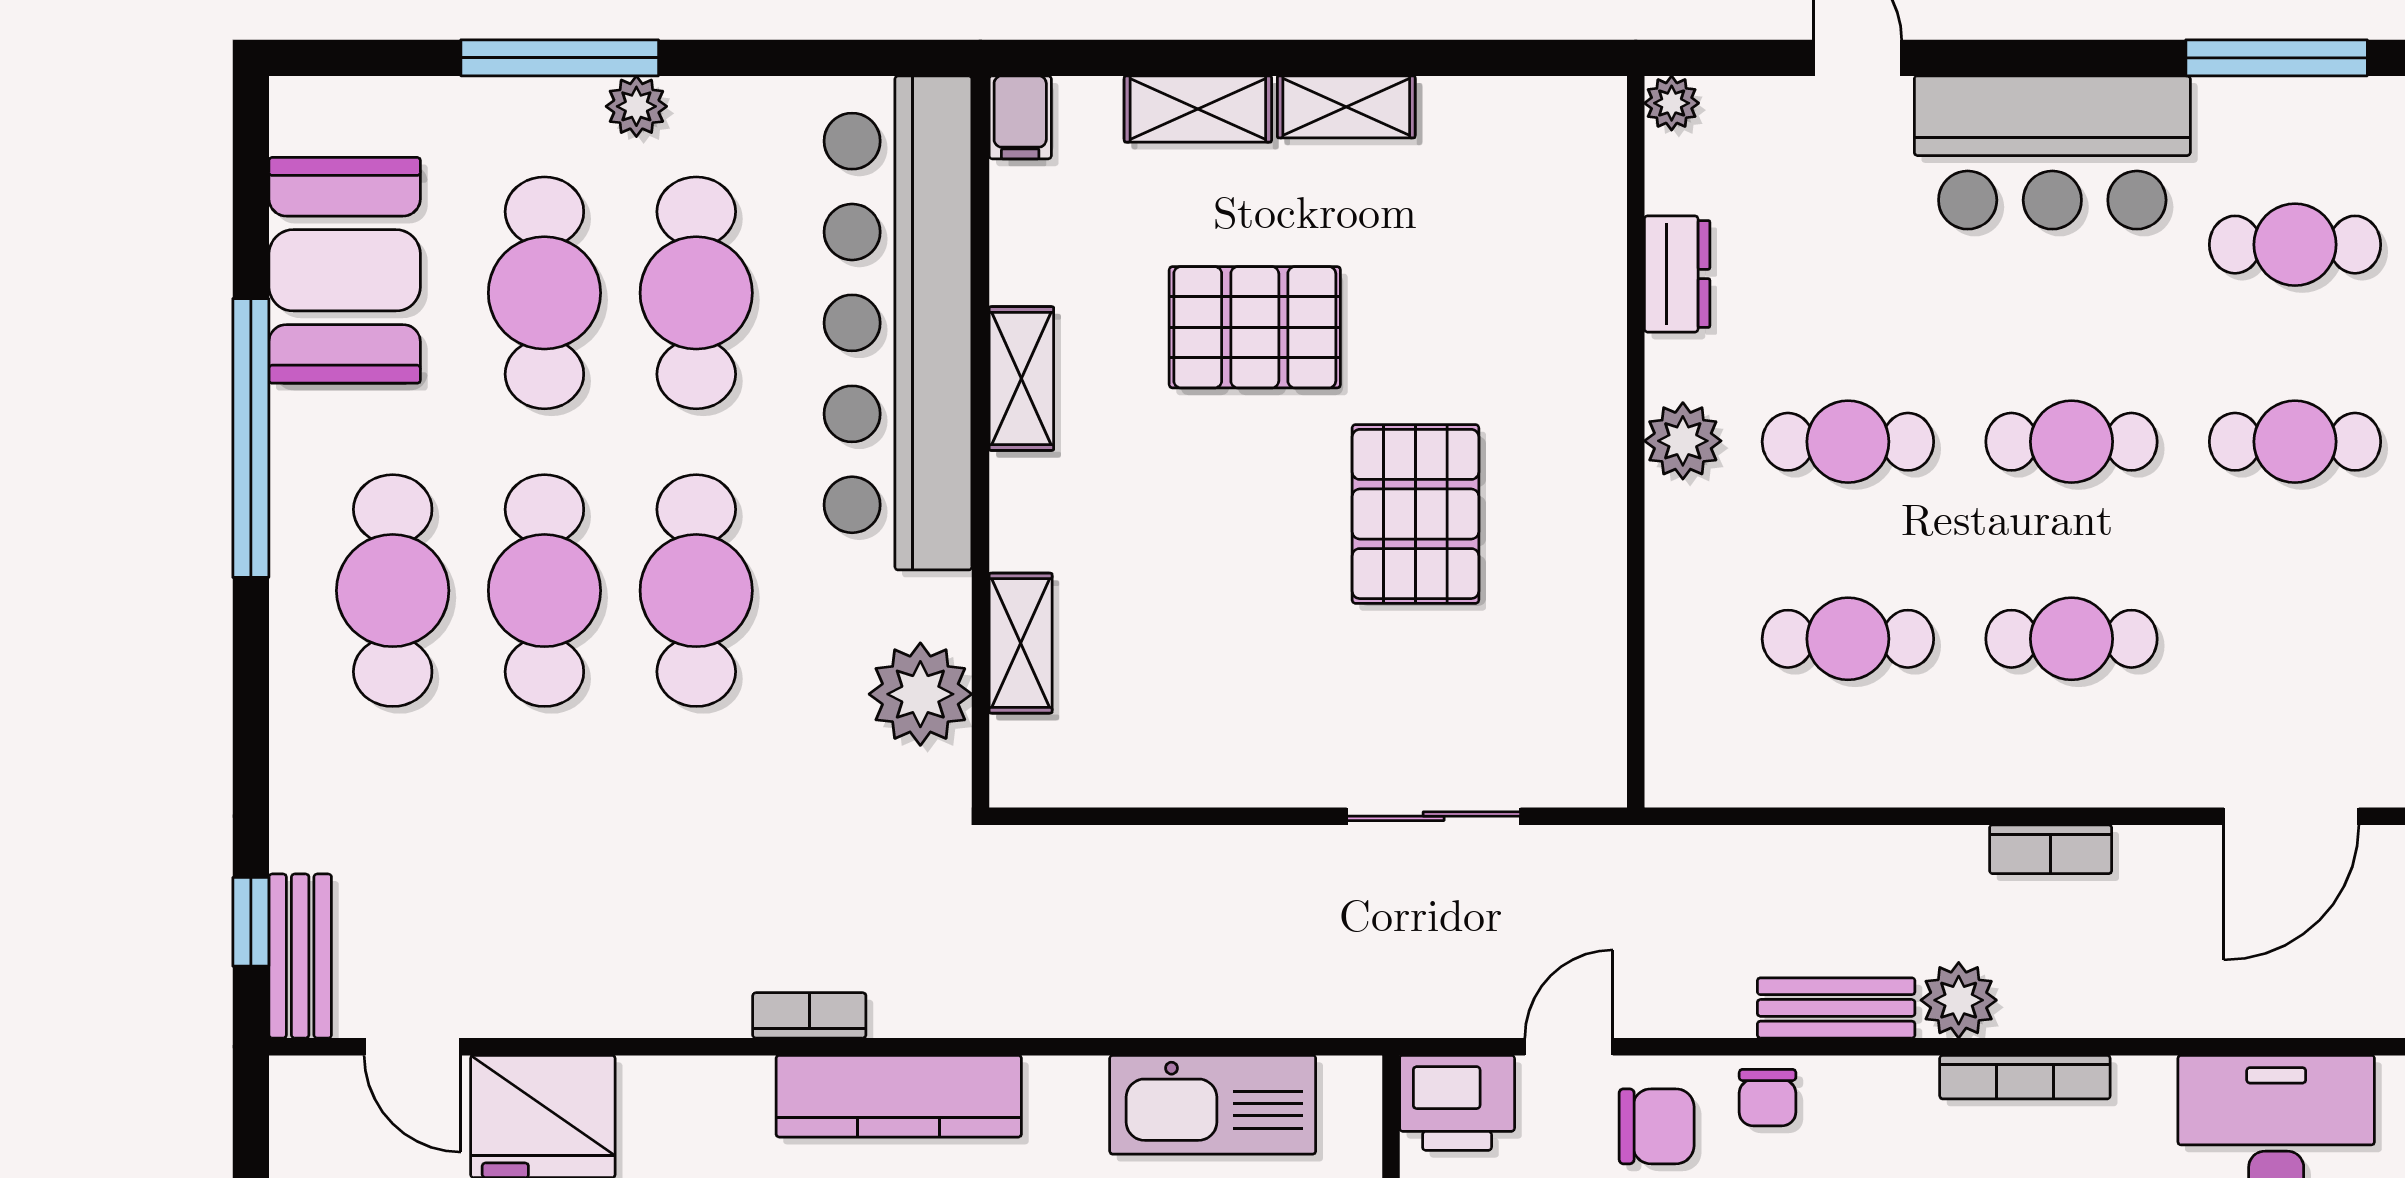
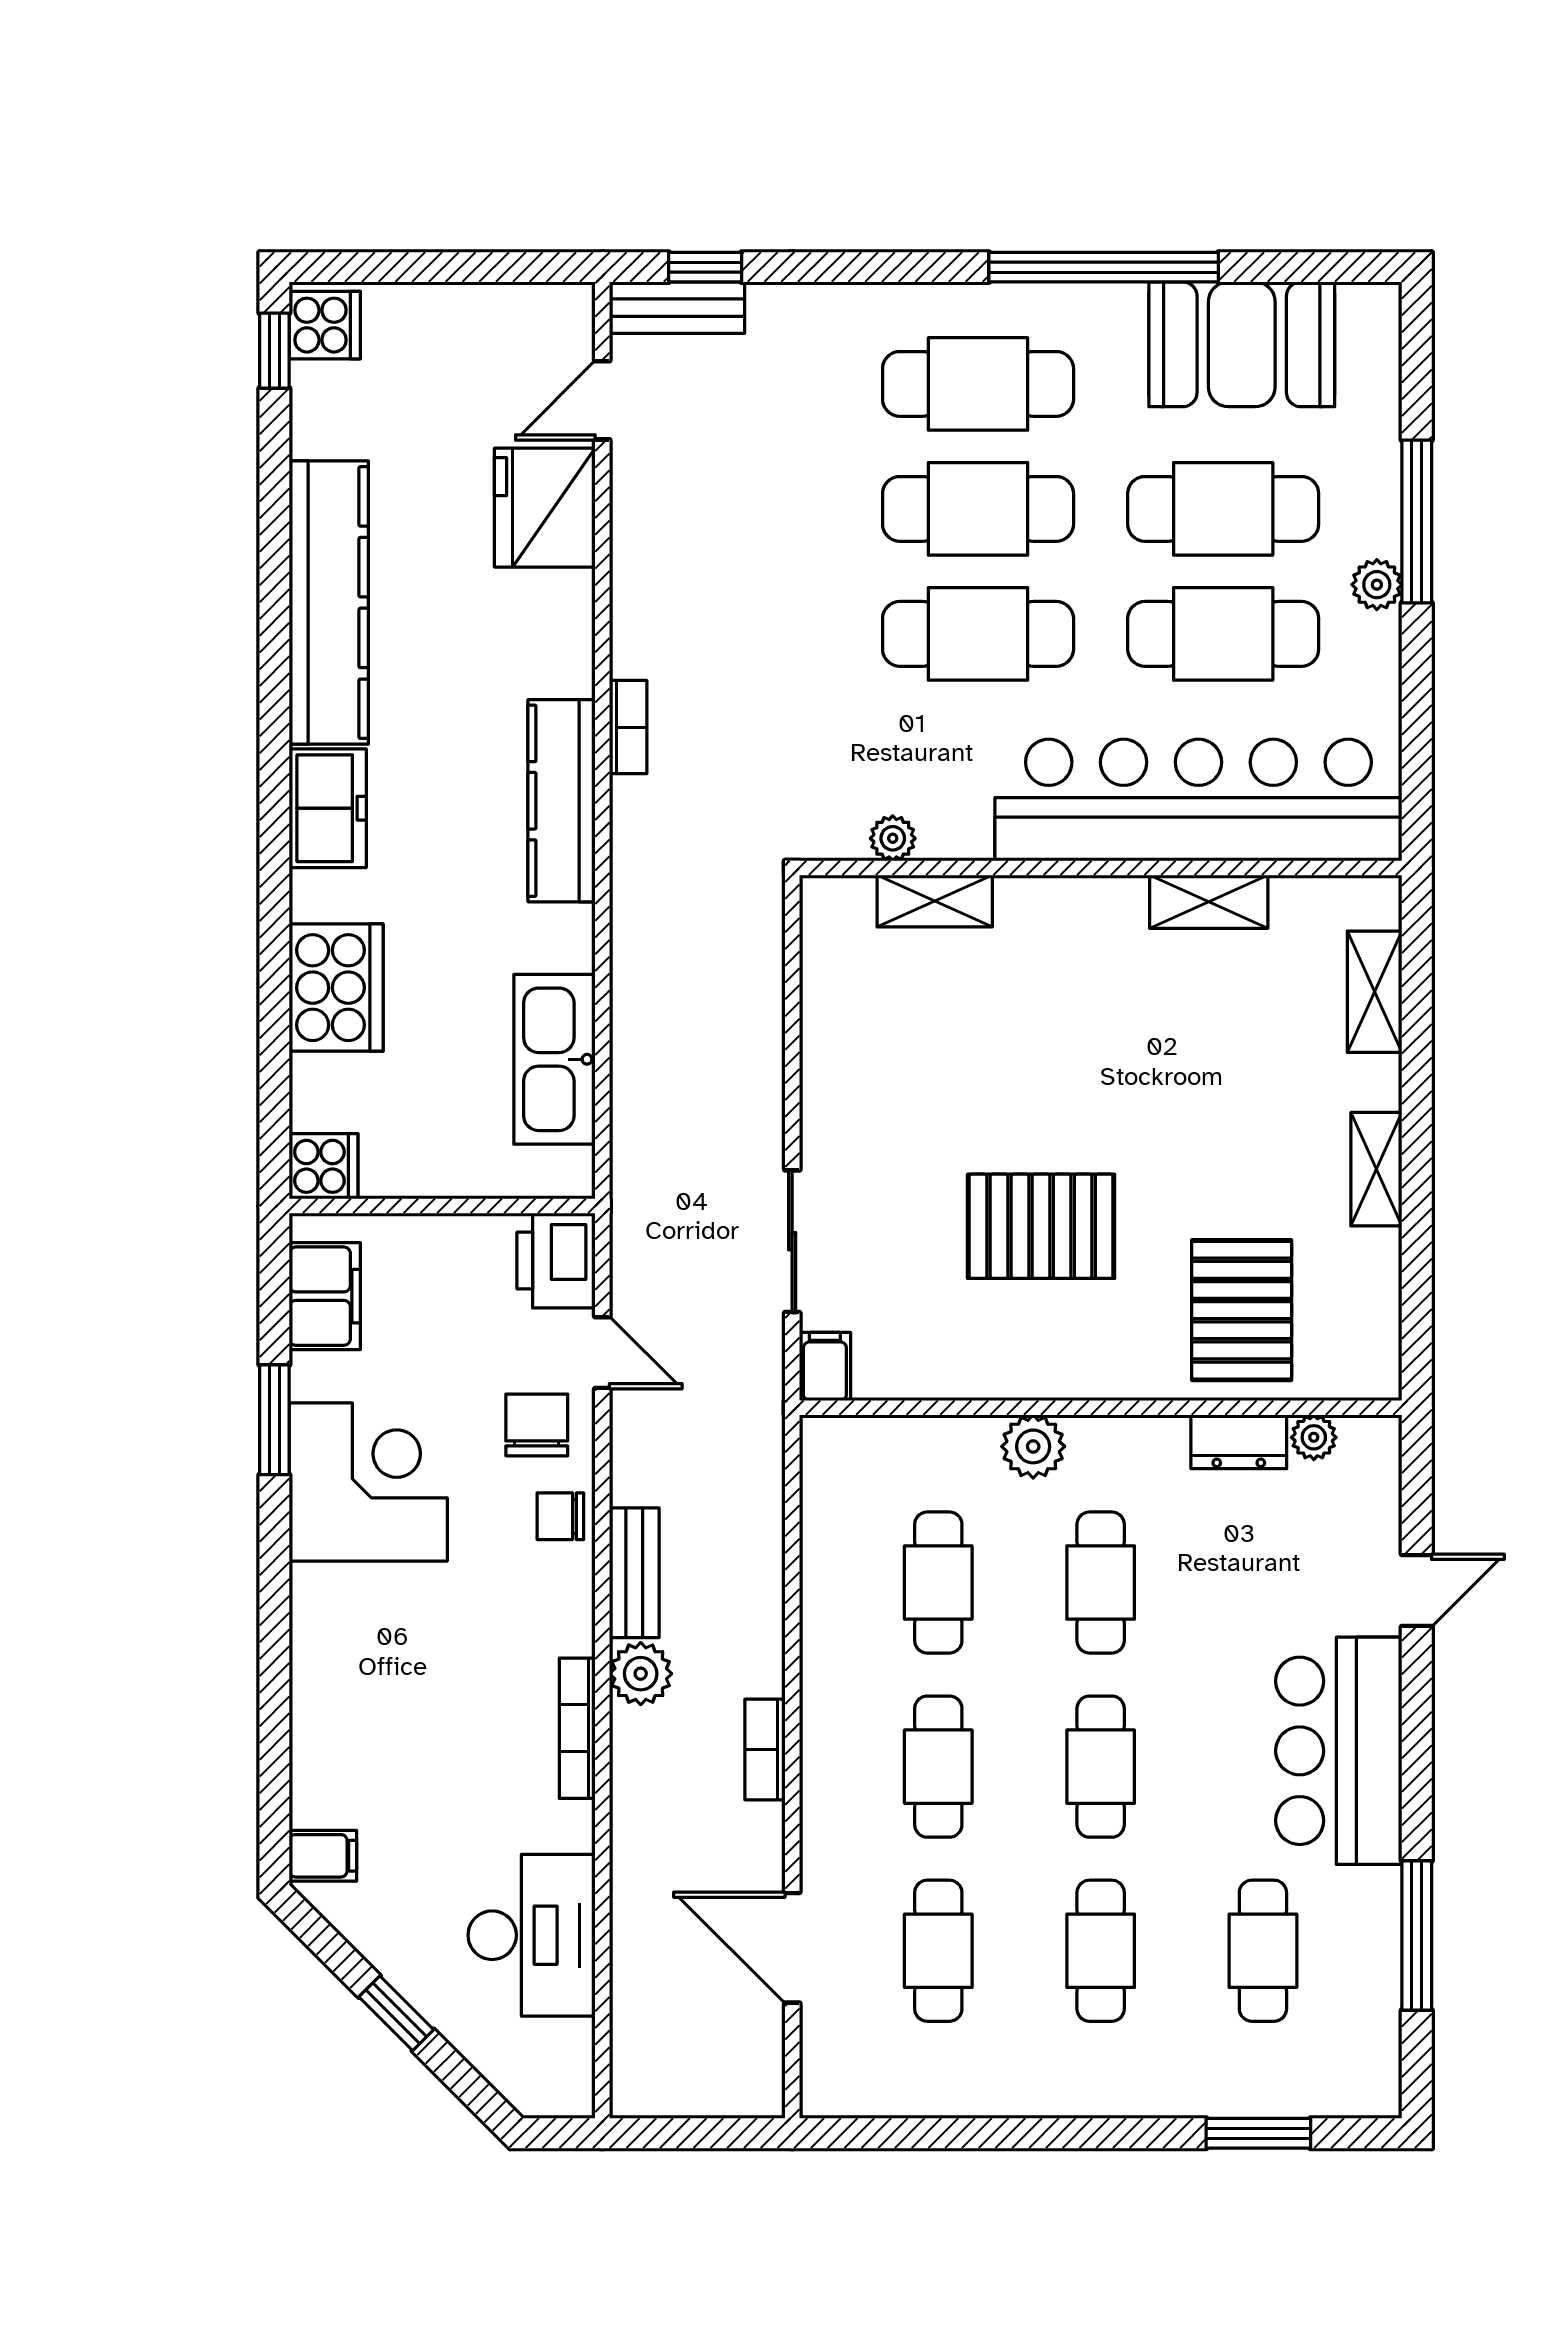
plant: (1672, 103) -> (1314, 1437), moved
shelving: (1198, 109) -> (1375, 992), moved
filing cabinet: (1020, 117) -> (825, 1366), moved, turned 90
pallet: (1255, 327) -> (1242, 1310), moved
shelving: (1021, 379) -> (1209, 902), moved
plant: (1683, 441) -> (1033, 1446), moved
cafe table: (2295, 639) -> (938, 1951), added
plant: (920, 694) -> (893, 838), width x0.53, depth x0.53
chair: (1657, 1126) -> (537, 1425), turned 180

